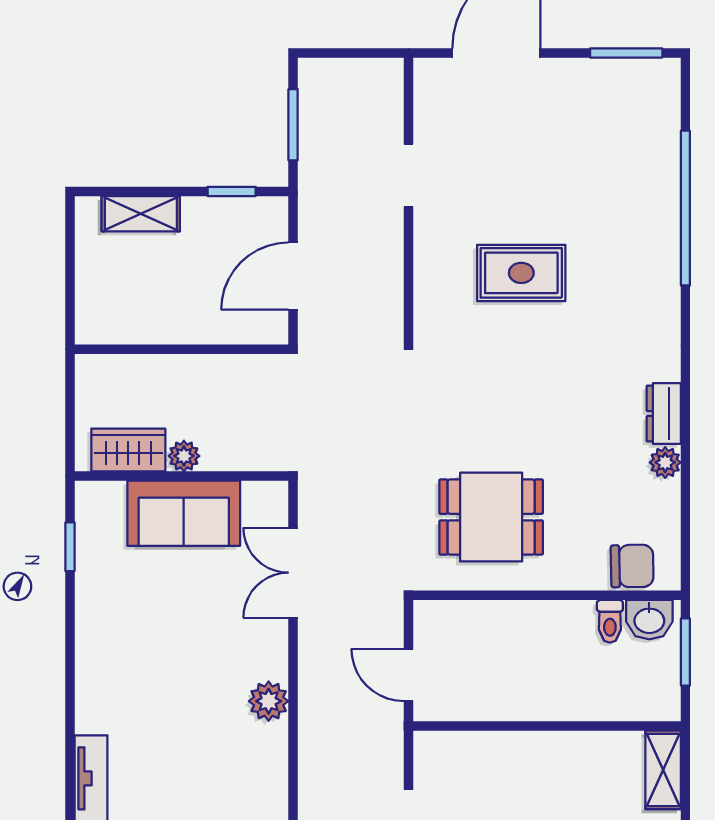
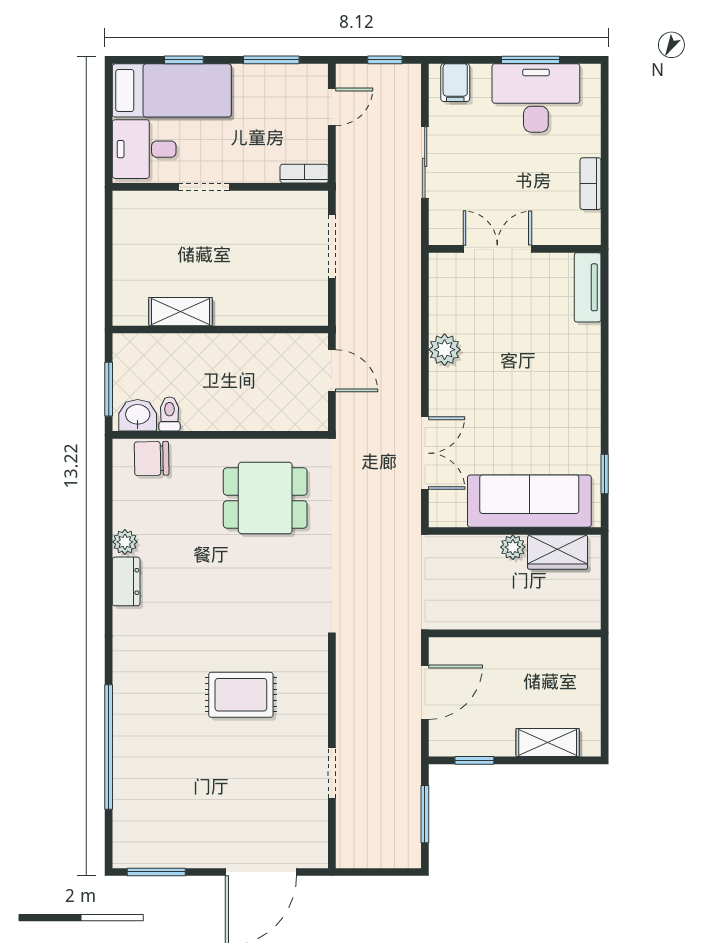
sofa: (184, 513) -> (529, 501), width x1.36
shelving: (663, 770) -> (180, 312), moved, turned 90

